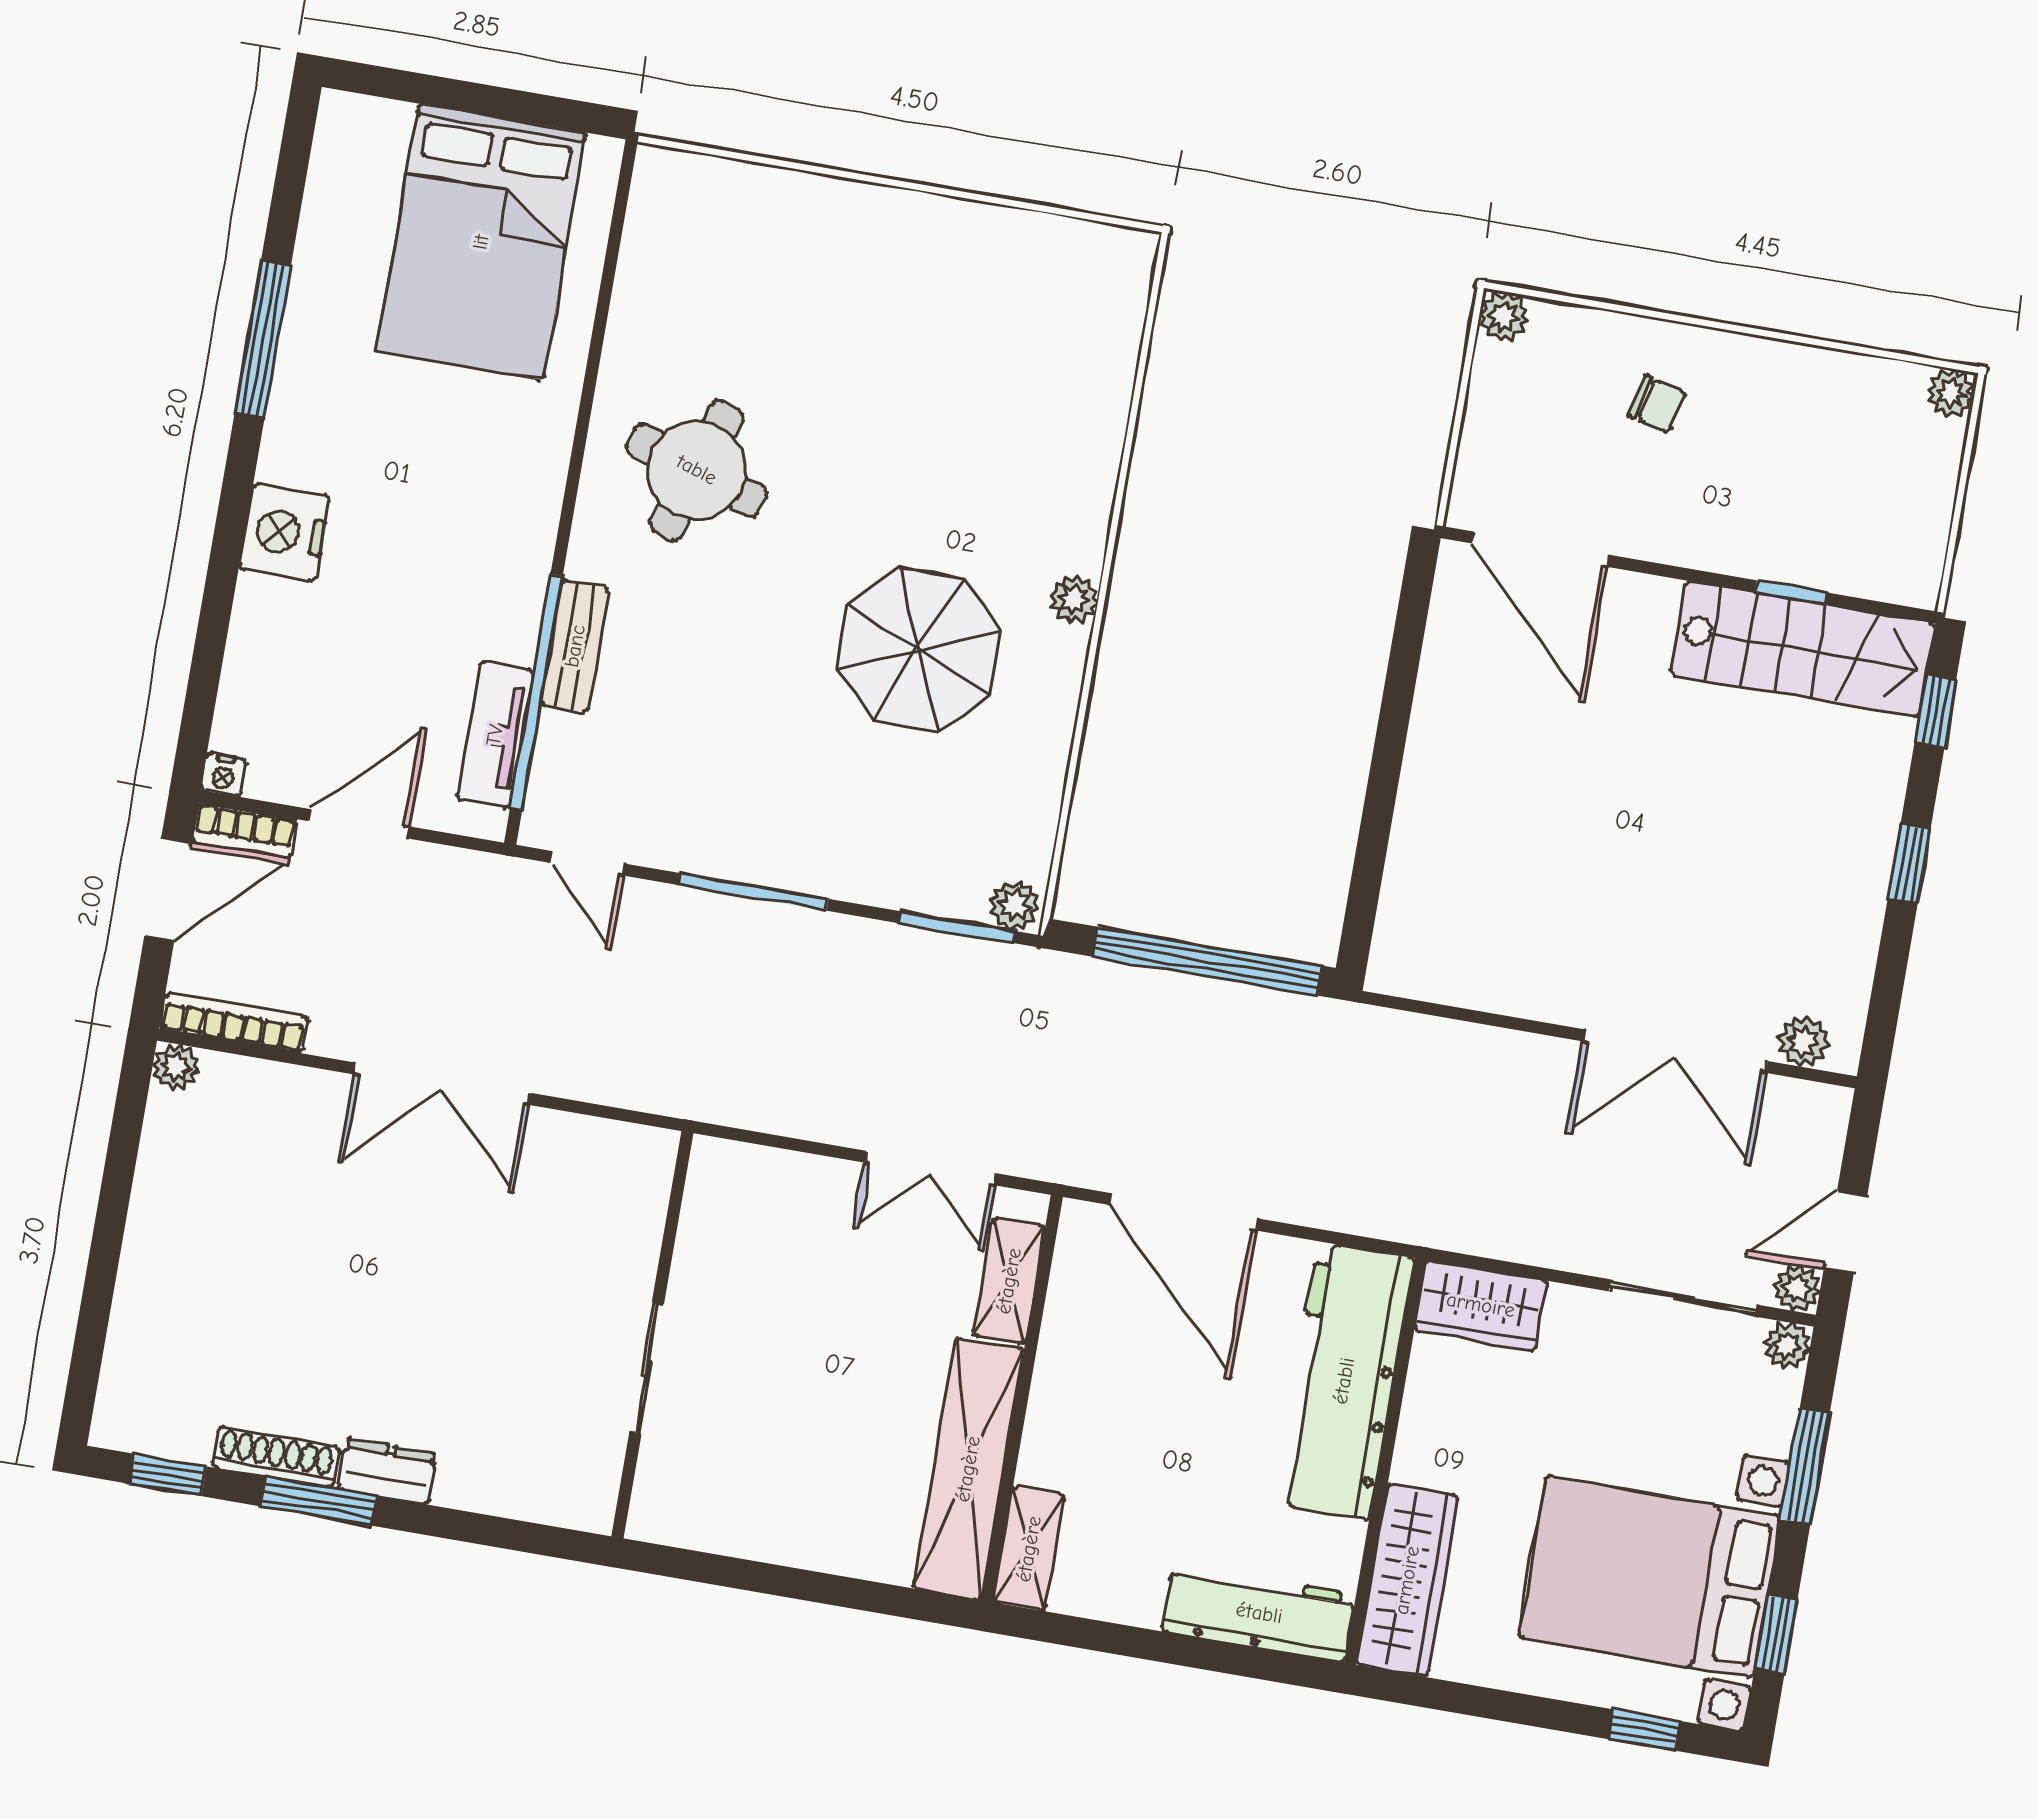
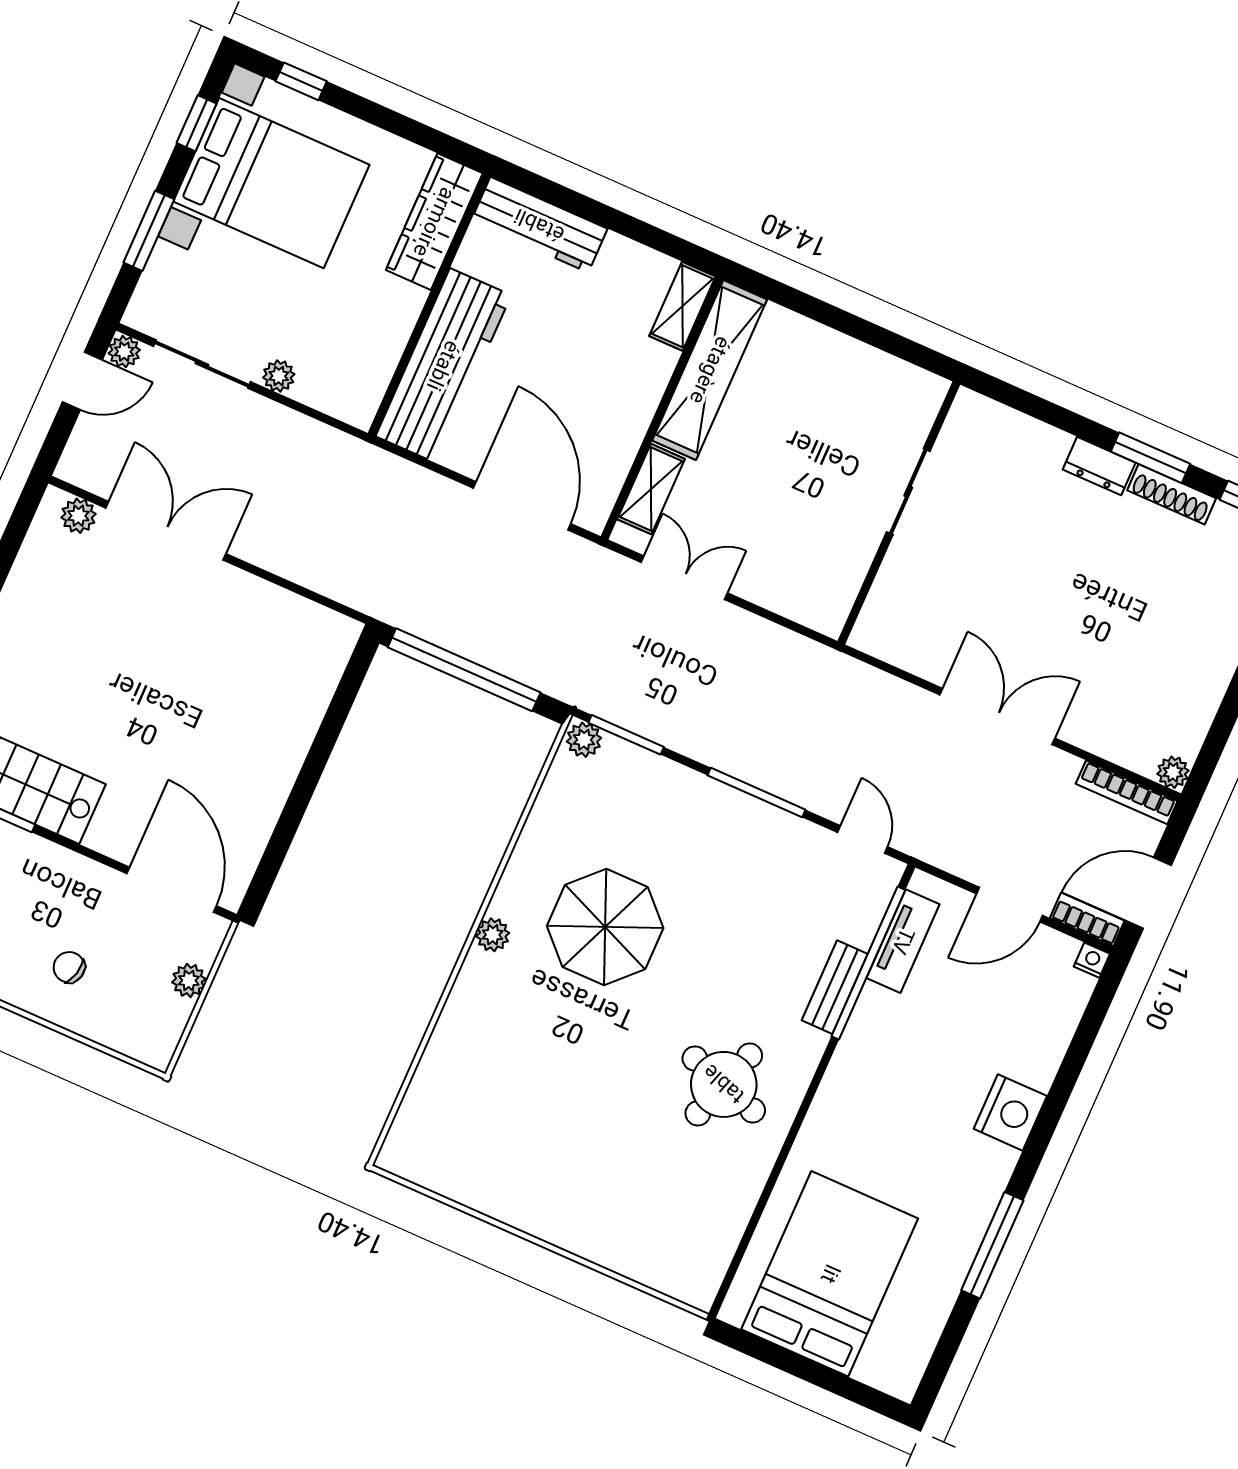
plant: (1504, 317) -> (189, 980), moved
wardrobe: (1481, 1305) -> (339, 393), removed
plant: (1787, 1346) -> (279, 376), moved

